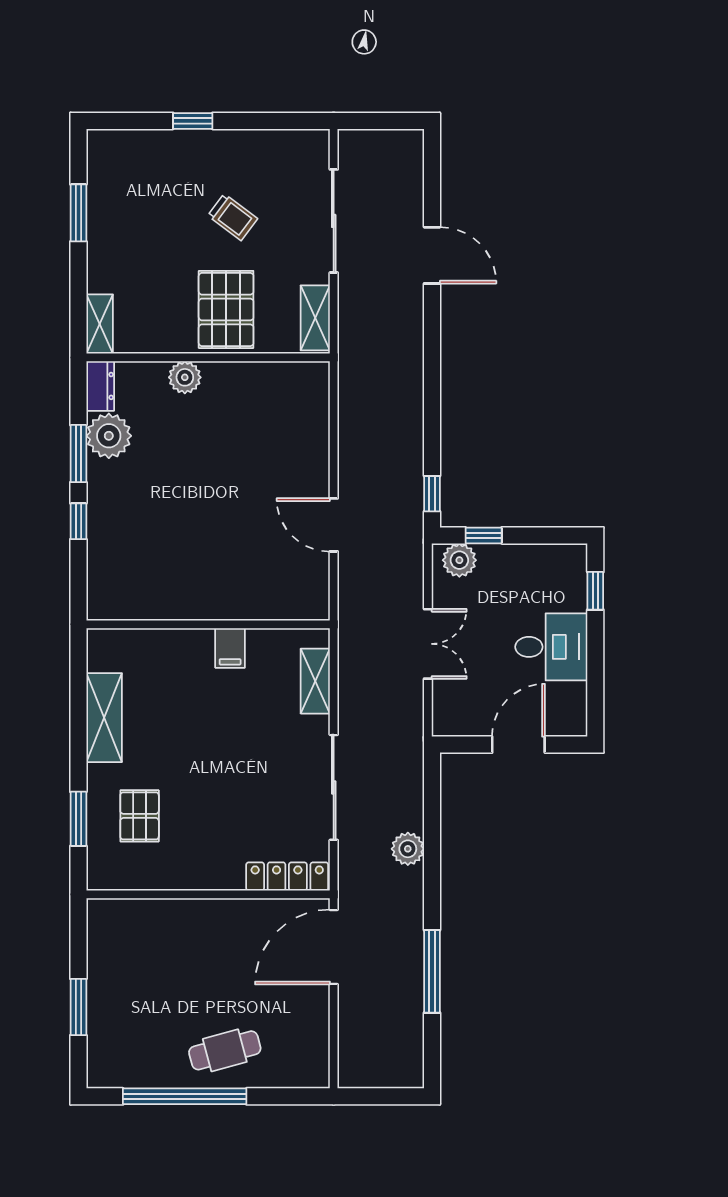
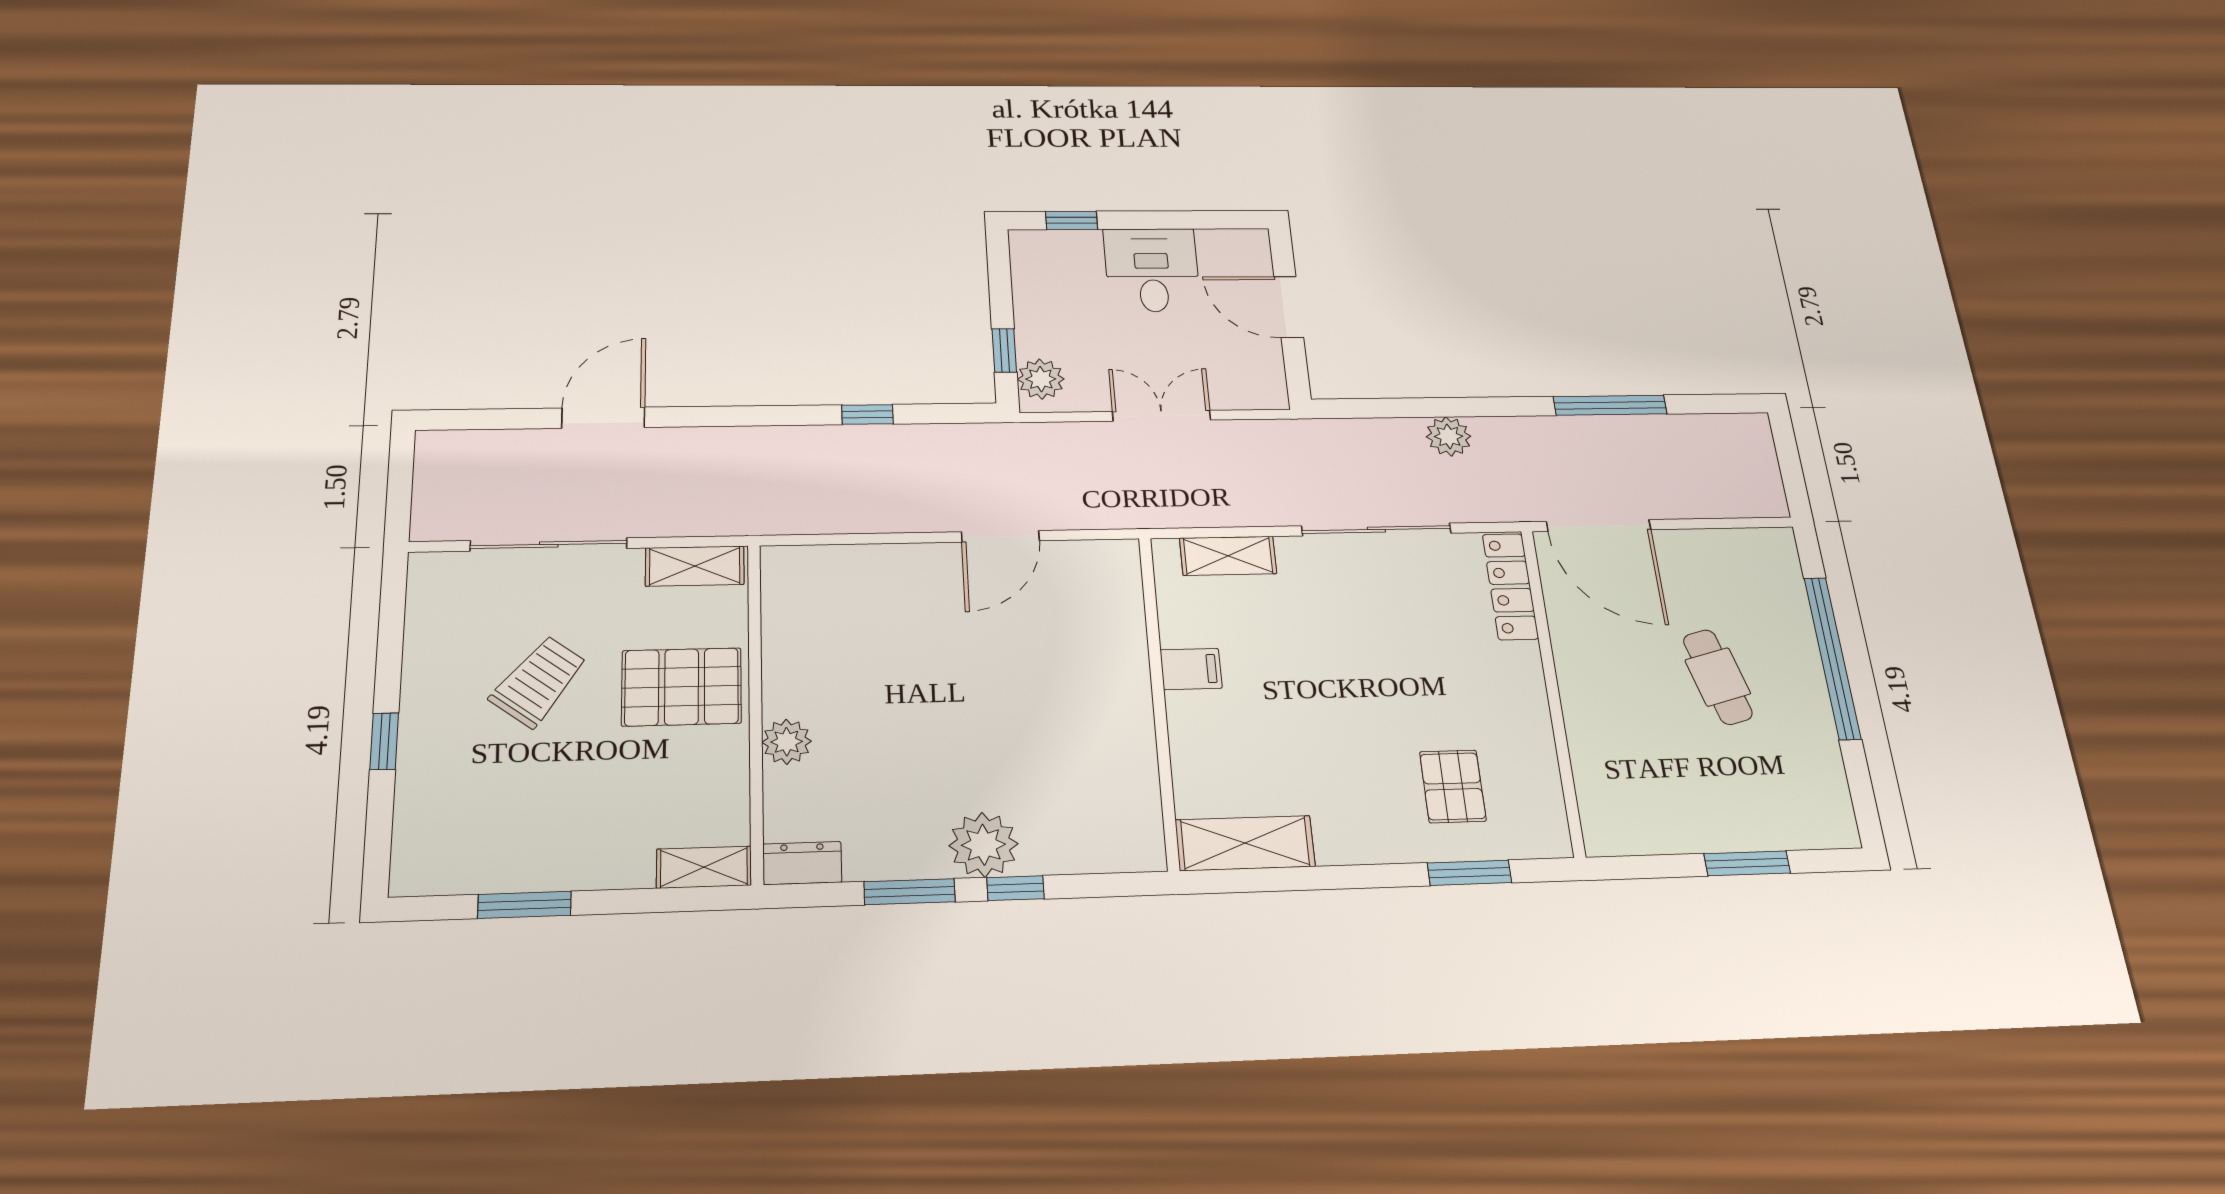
trolley: (233, 217) -> (539, 681), width x1.36, depth x1.39
plant: (109, 436) -> (983, 845), moved
window: (432, 494) -> (867, 414), moved
shelving: (104, 718) -> (1245, 843), moved
pallet: (140, 816) -> (1453, 786), turned 90
cafe table: (225, 1050) -> (1718, 677), moved
window: (185, 1096) -> (1832, 658), moved

